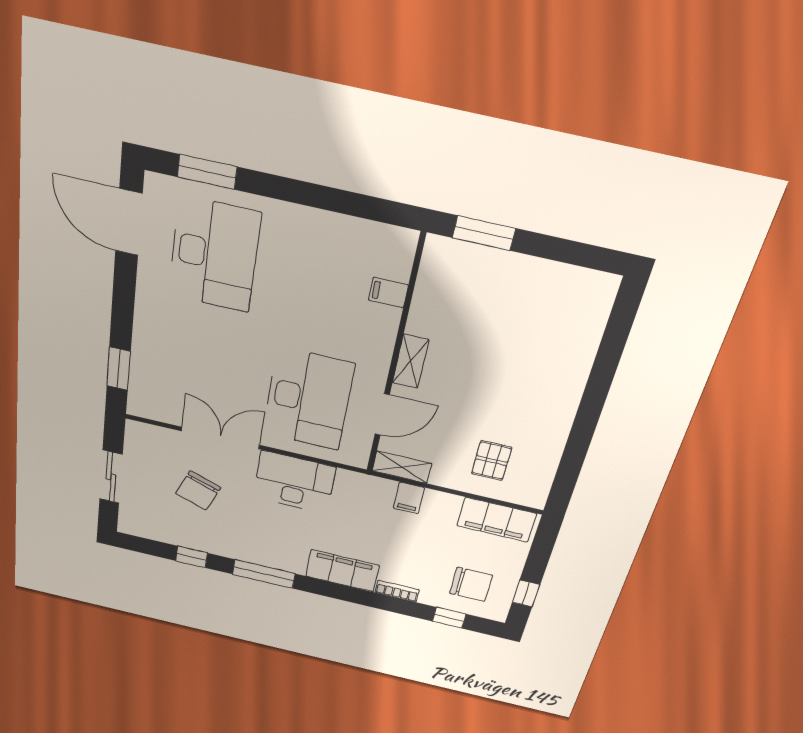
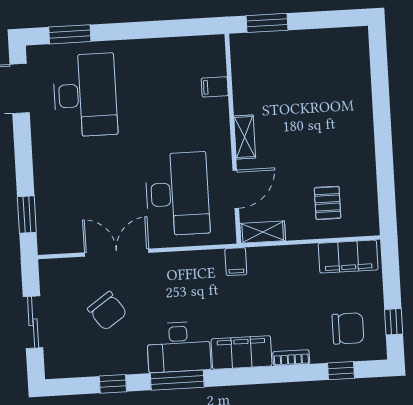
desk: (294, 482) -> (179, 347), moved, turned 180
chair: (198, 490) -> (107, 311), turned -55
filing cabinet: (409, 498) -> (236, 262), moved

